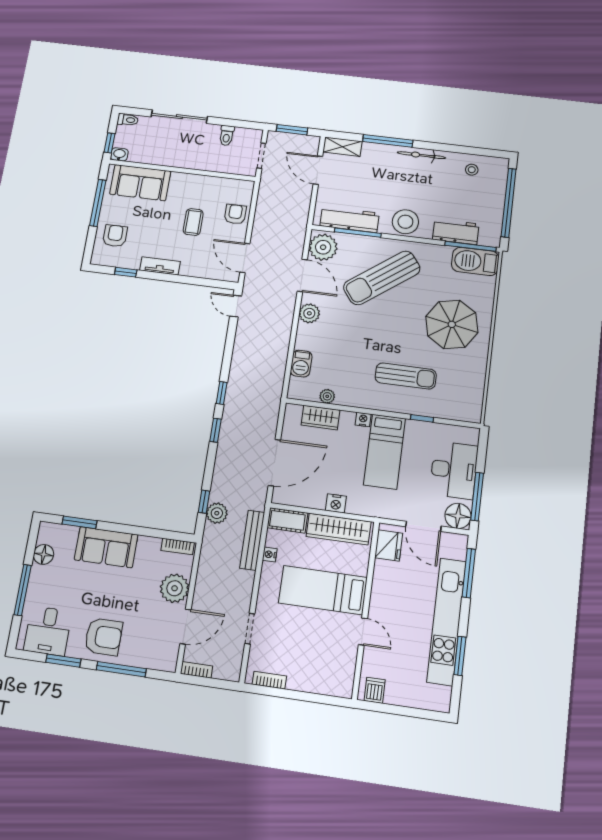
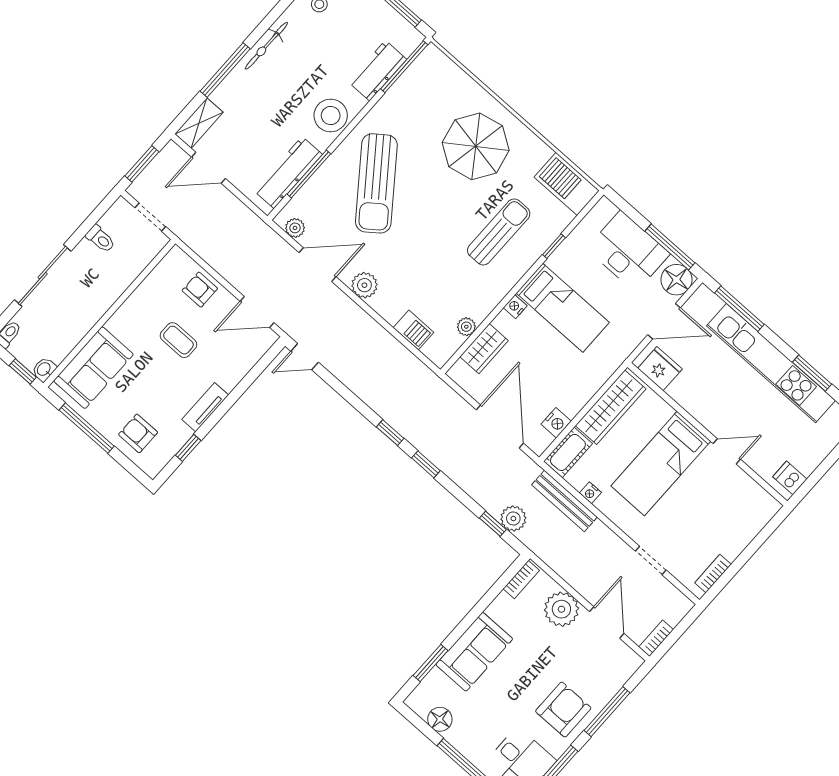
plant: (323, 247) -> (295, 228), width x0.53, depth x0.53
barbecue: (475, 261) -> (567, 184), moved, turned 90
nightstand: (336, 503) -> (556, 423), moved

